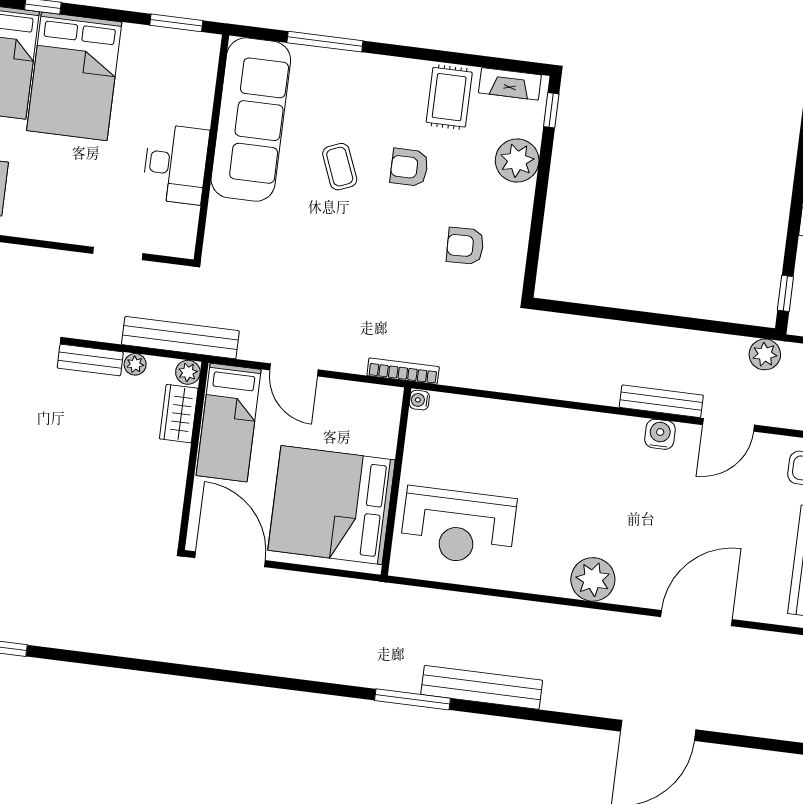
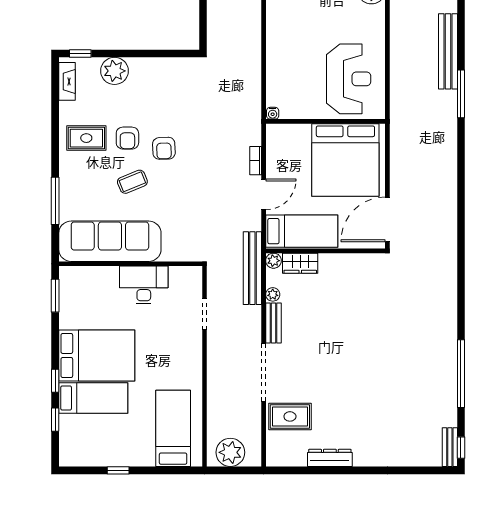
rug: (449, 97) -> (86, 138), moved
armchair: (465, 246) -> (164, 148), moved
bookcase: (403, 371) -> (256, 161), moved, width x0.64

